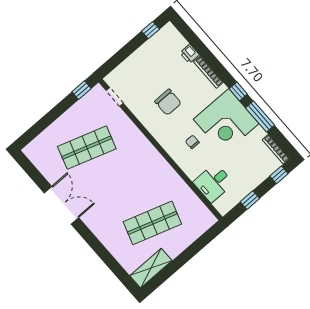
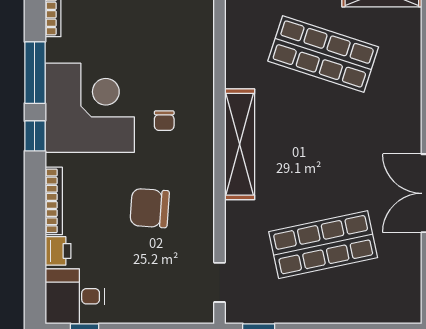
chair: (168, 102) -> (150, 208), turned -86
shop shelf: (87, 148) -> (323, 245), turned -30
shelving: (154, 158) -> (240, 144), added
desk: (213, 183) -> (75, 296), moved, turned 180

